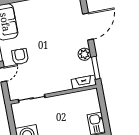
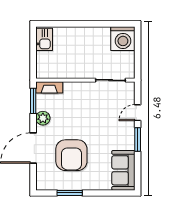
armchair: (20, 57) -> (71, 155), moved, width x1.88, depth x1.88

